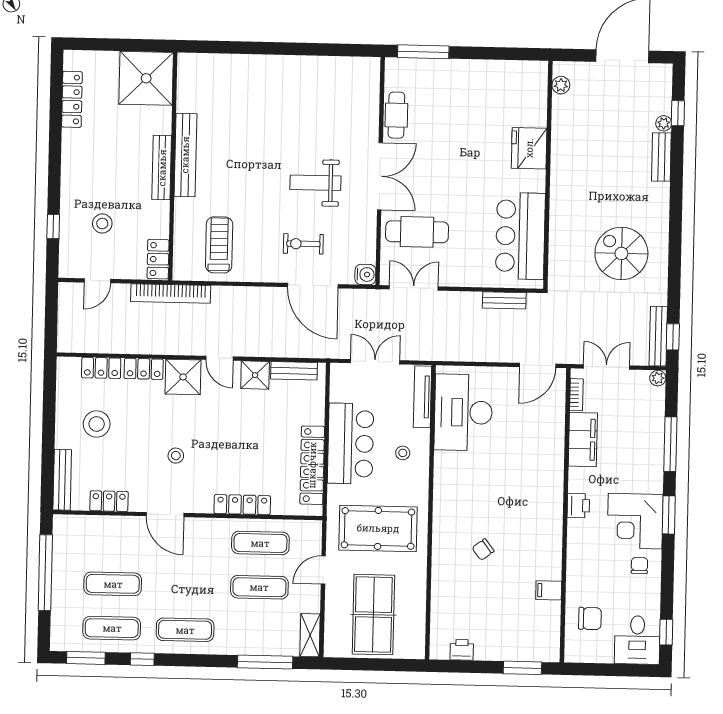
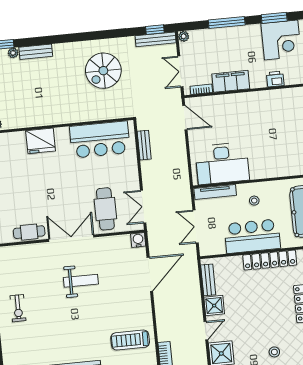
weight bench: (315, 183) -> (81, 281), turned -90
exercise bike: (303, 244) -> (18, 308), moved

